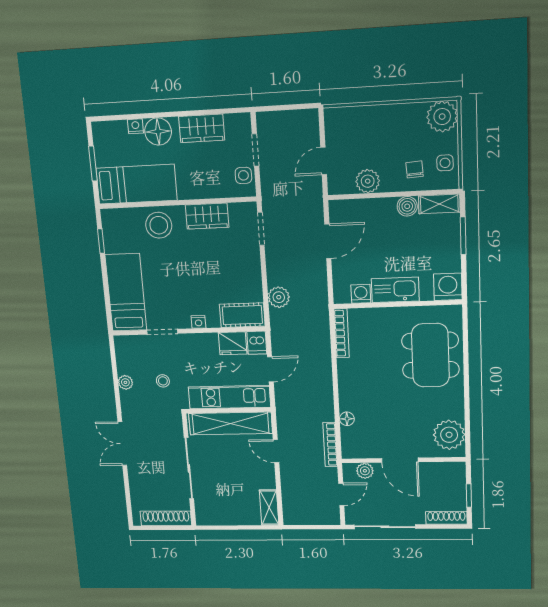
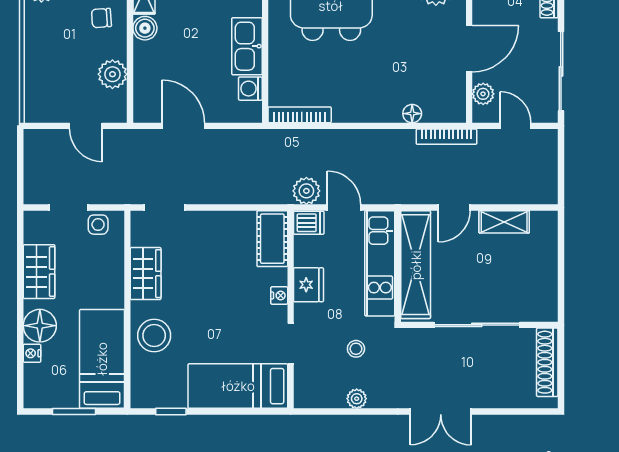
plant: (279, 297) -> (306, 191), moved
fridge: (233, 343) -> (308, 285), moved
shelving: (269, 508) -> (504, 222), moved

